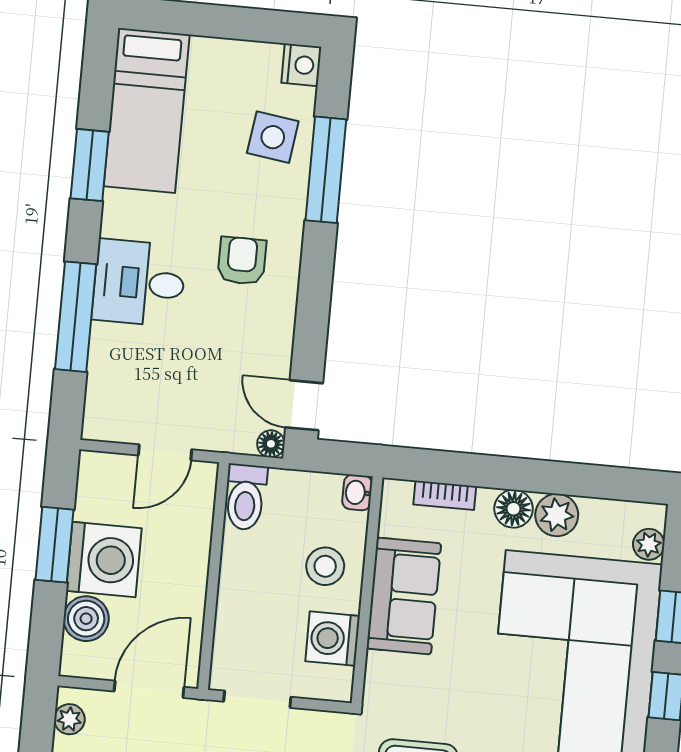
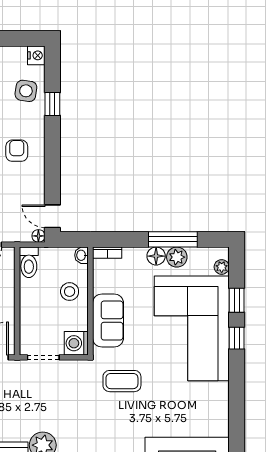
window: (326, 170) -> (52, 104), width x0.46
window: (552, 477) -> (173, 239), added
bookcase: (445, 495) -> (107, 253), moved
sofa: (404, 596) -> (108, 321), moved
washing machine: (333, 639) -> (76, 343), moved

